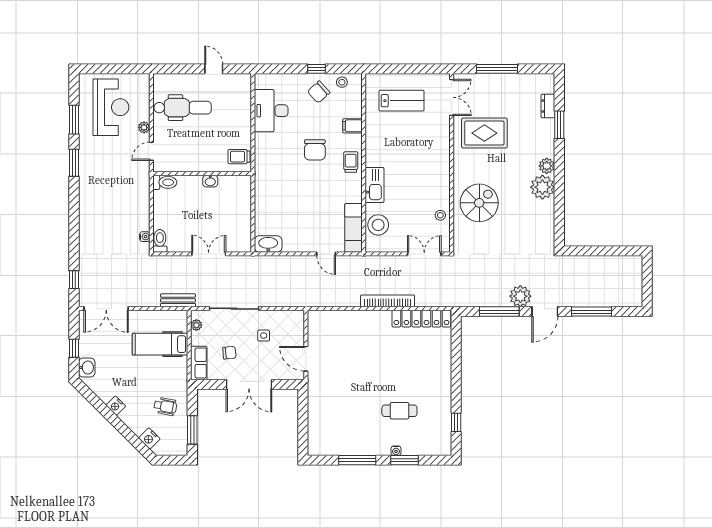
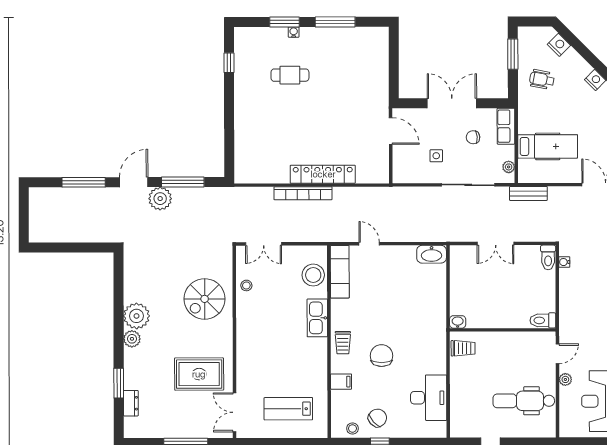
washbasin: (210, 181) -> (458, 322), moved
locker: (421, 319) -> (323, 174), moved

